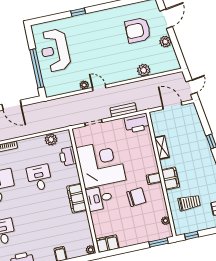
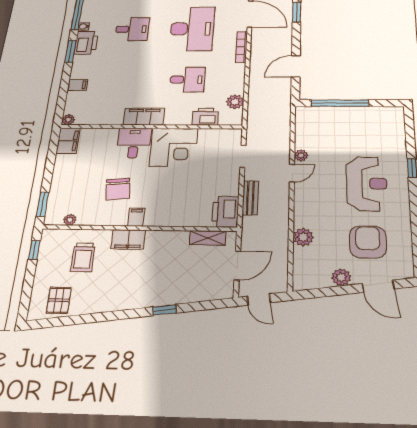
reception desk: (55, 50) -> (367, 184), moved, turned 90
shelving: (162, 147) -> (208, 238), moved
corner desk: (101, 164) -> (174, 147), width x0.74, depth x0.74

